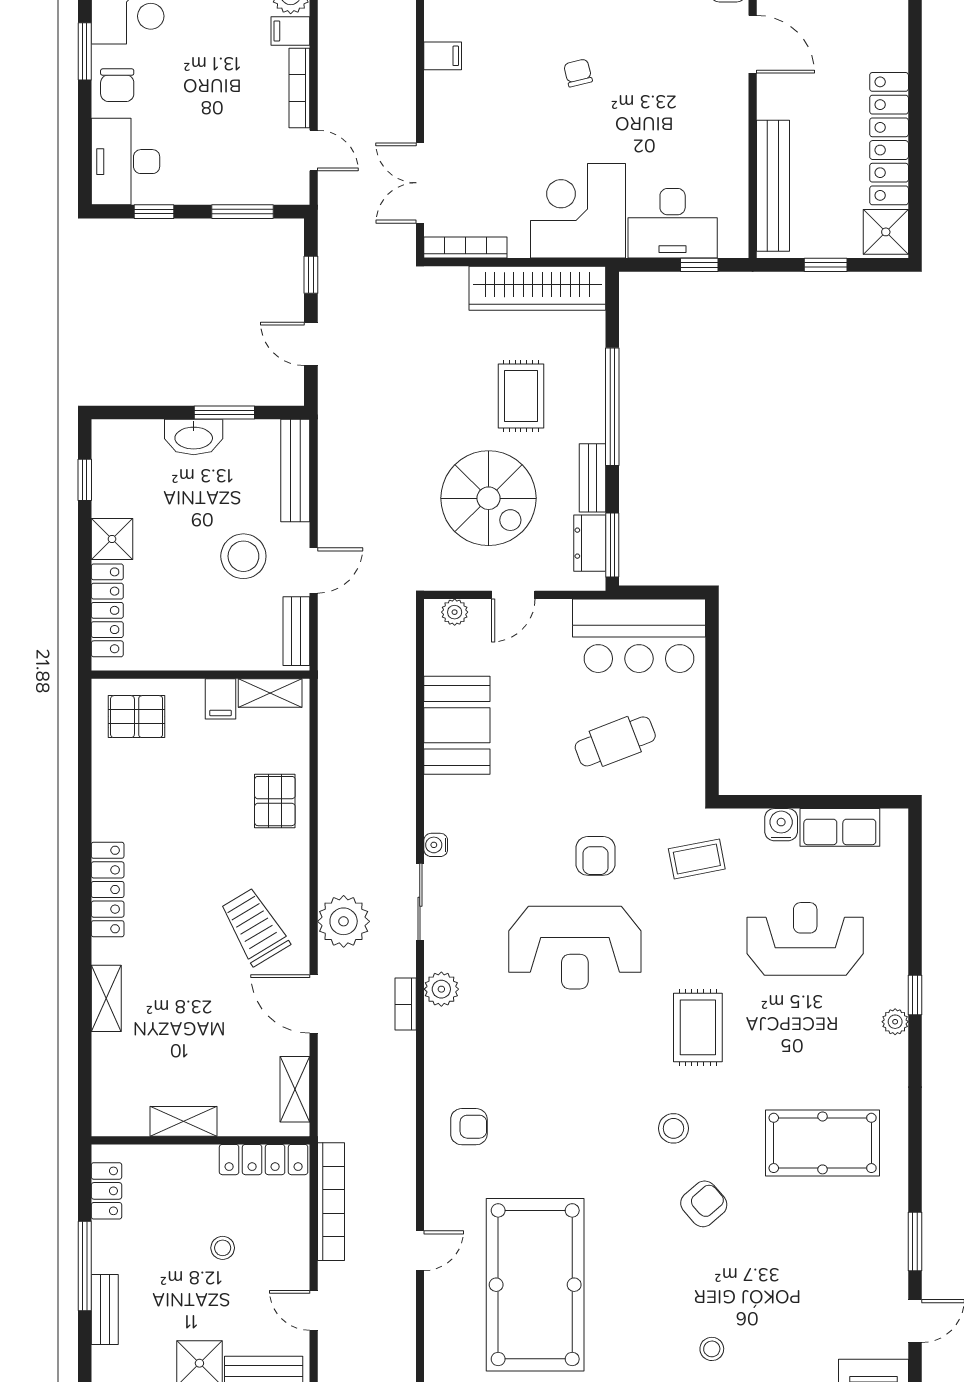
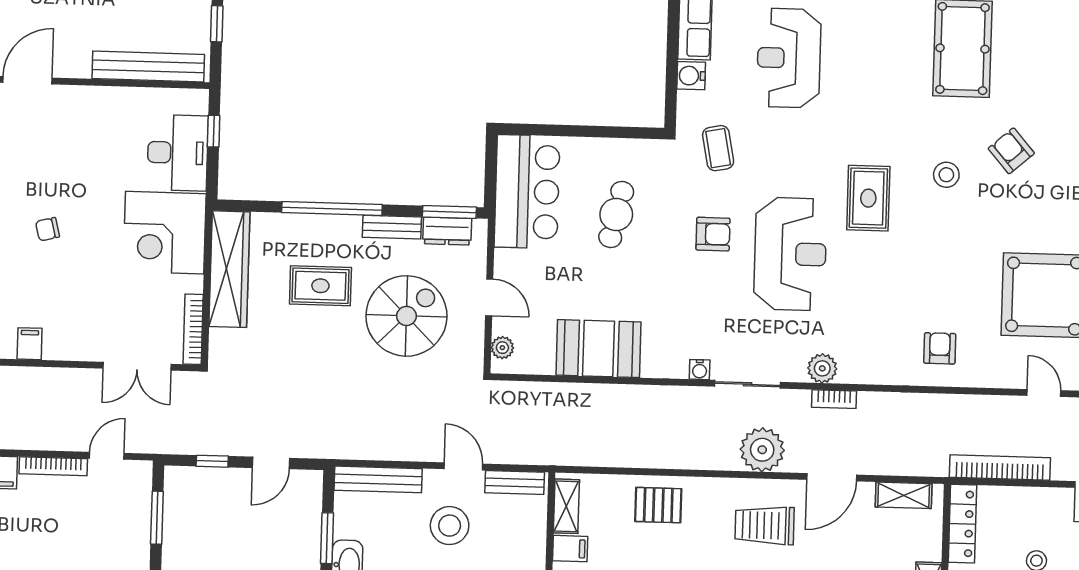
cafe table: (615, 741) -> (616, 214), turned 34
trolley: (255, 927) -> (765, 525), turned 31
rug: (698, 1027) -> (868, 198), moved, turned 90

